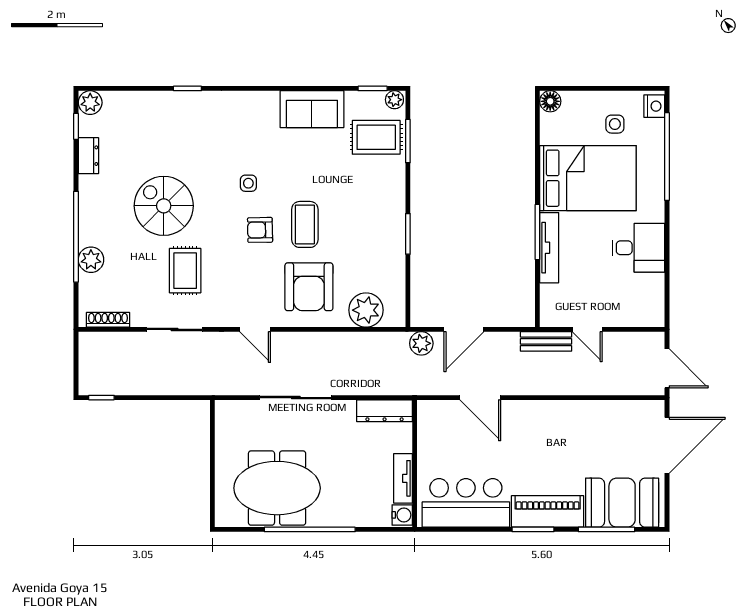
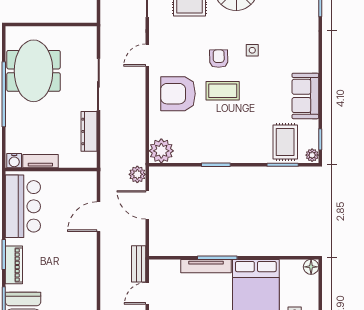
plant: (366, 310) -> (161, 151), moved
dresser: (385, 411) -> (89, 131), moved
piano: (548, 511) -> (14, 265), width x0.73, depth x0.75

